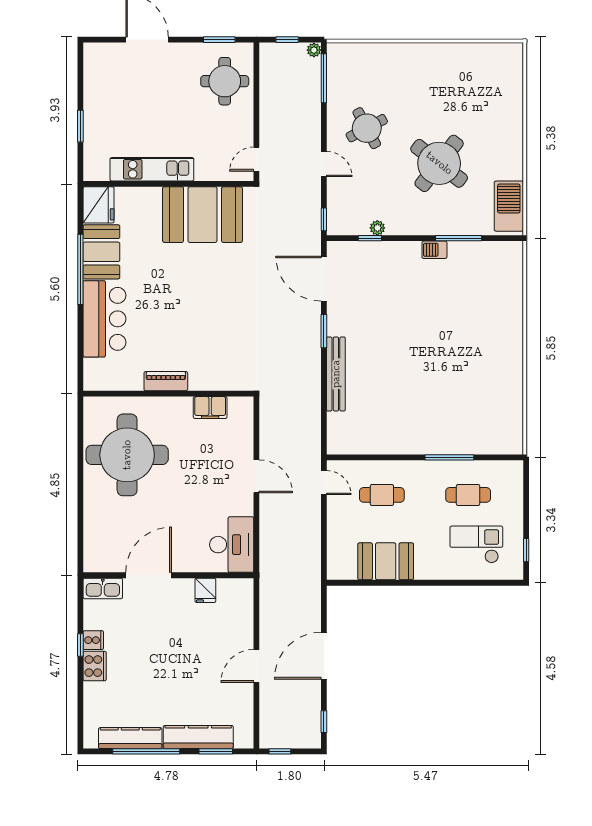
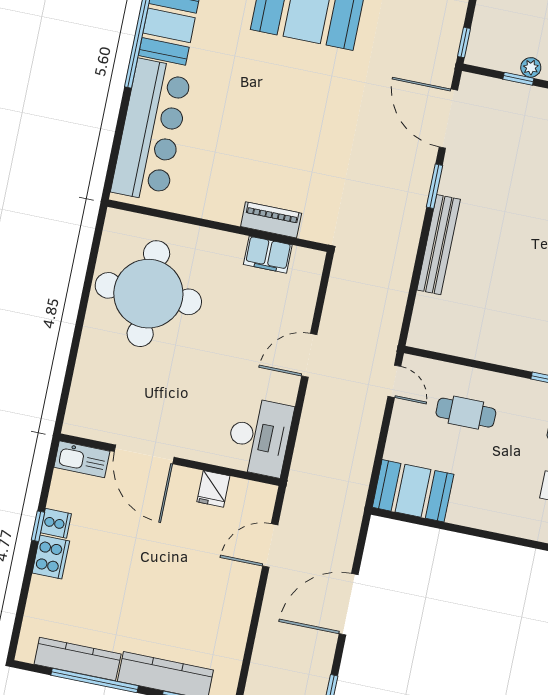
bar counter: (104, 319) -> (152, 130), width x1.36
piano: (166, 381) -> (271, 220), moved
door: (256, 476) -> (309, 355), swing flipped
booth: (386, 561) -> (413, 491), moved
door: (149, 575) -> (144, 454), swing flipped
door: (256, 666) -> (270, 546), moved

